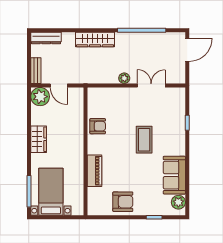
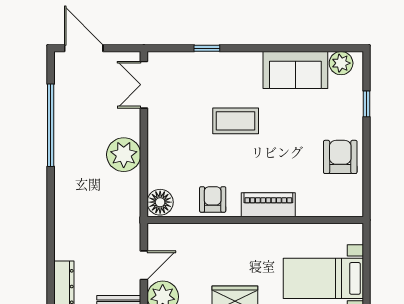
wardrobe: (95, 40) -> (66, 204), removed
plant: (124, 78) -> (124, 155), width x1.87, depth x1.87
double door: (151, 85) -> (144, 85), moved
floor lamp: (96, 95) -> (160, 202), added
piano: (94, 171) -> (268, 205), moved

